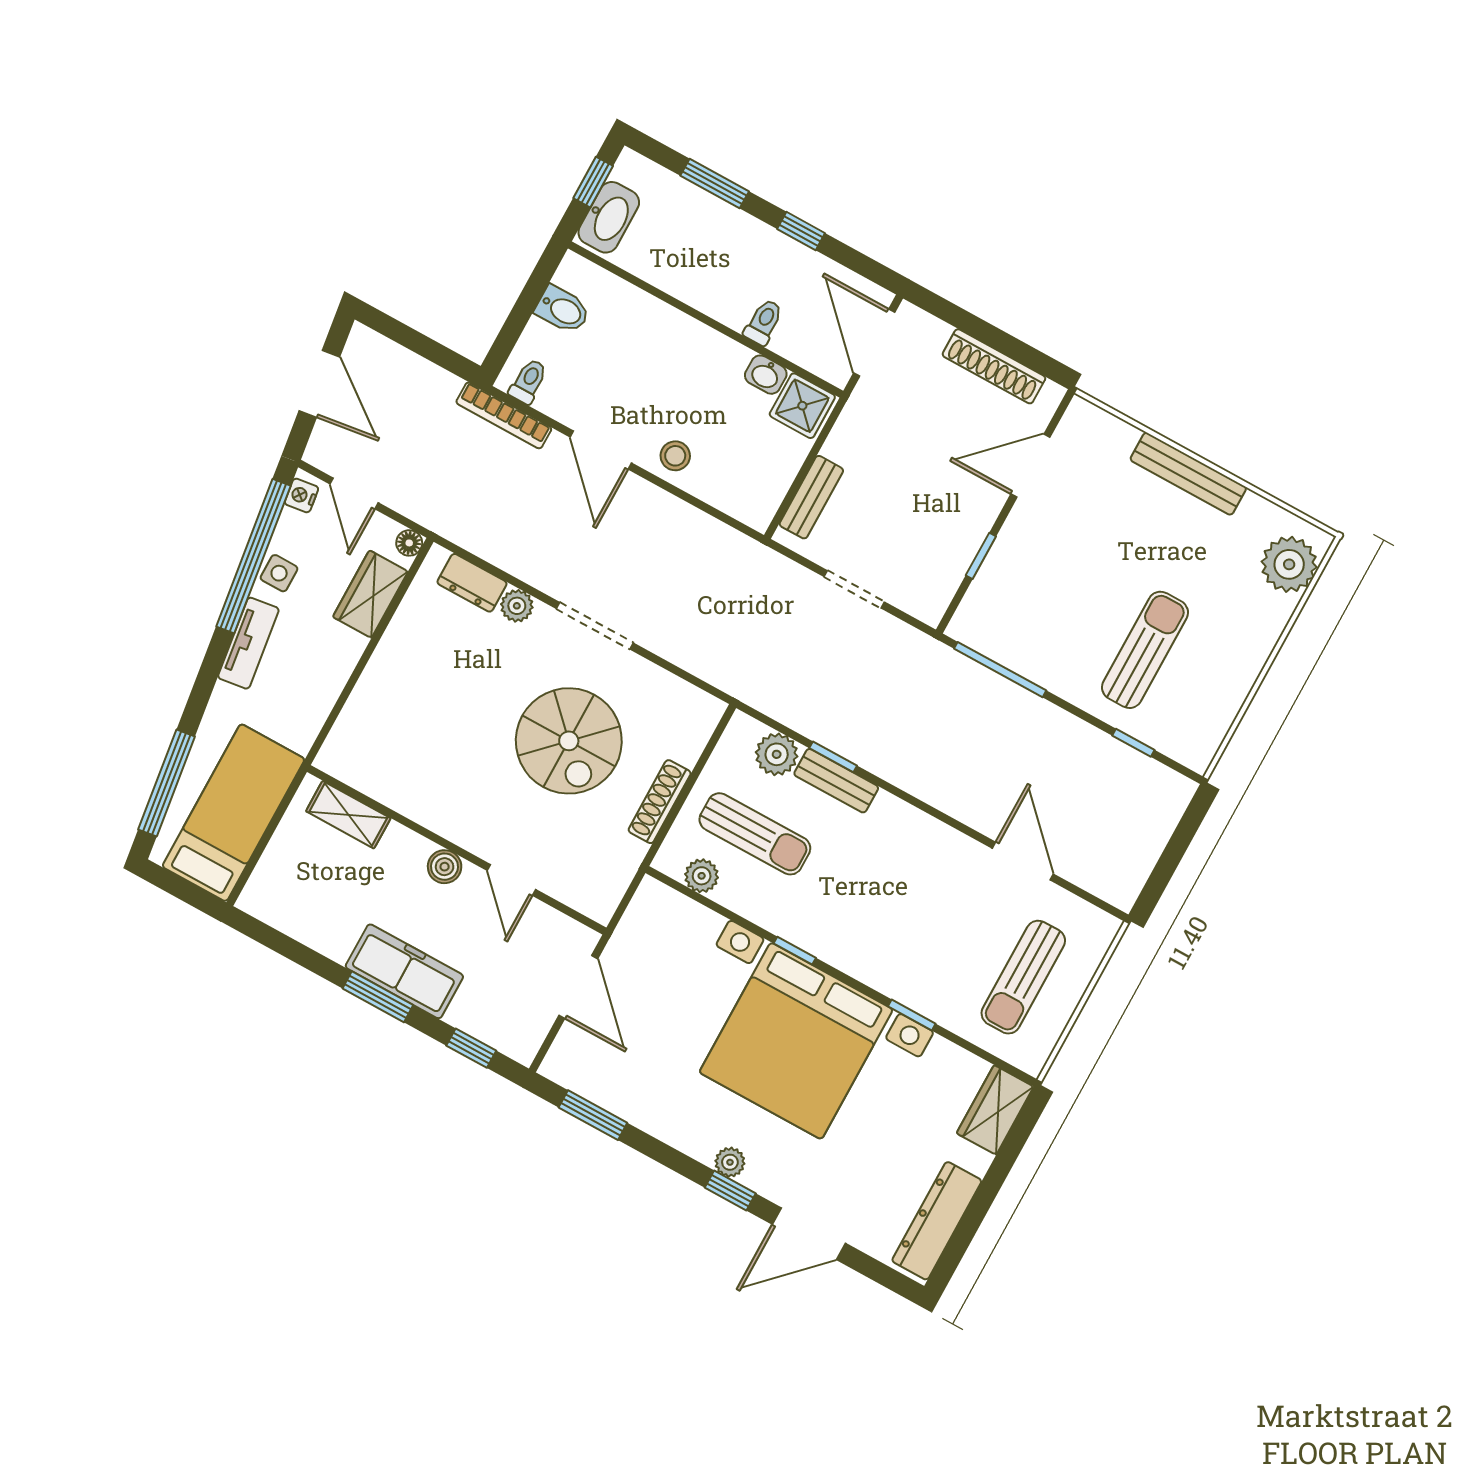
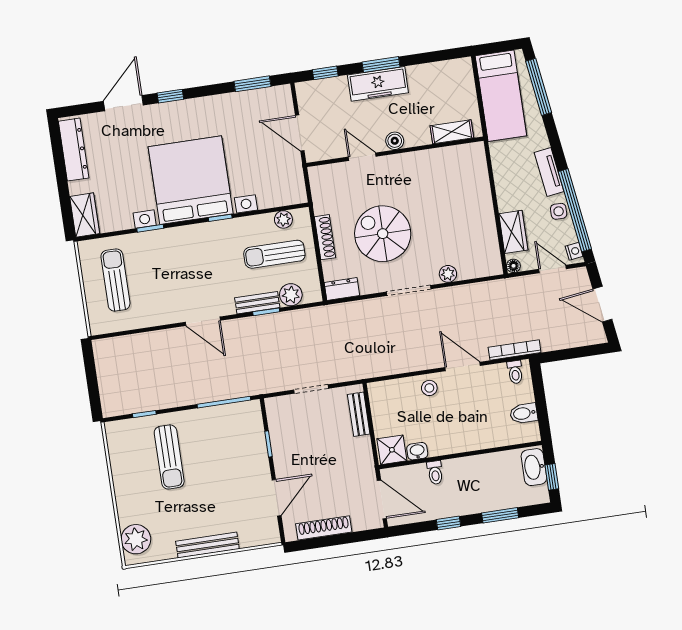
dresser: (472, 583) -> (342, 289), moved
door: (1023, 861) -> (203, 321), moved
plant: (730, 1162) -> (180, 108), removed

